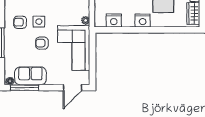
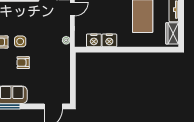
nightstand: (143, 21) -> (109, 40), moved
corner sofa: (74, 48) -> (54, 67), removed

